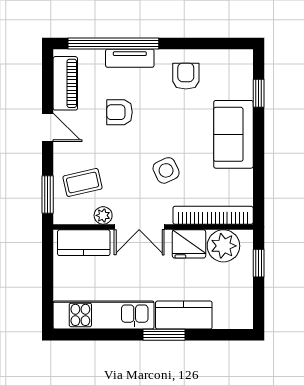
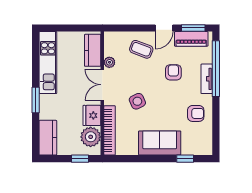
coffee table: (83, 182) -> (141, 49), moved, turned -56
window: (48, 195) -> (193, 28), moved
kitchen counter: (184, 315) -> (48, 138), moved

